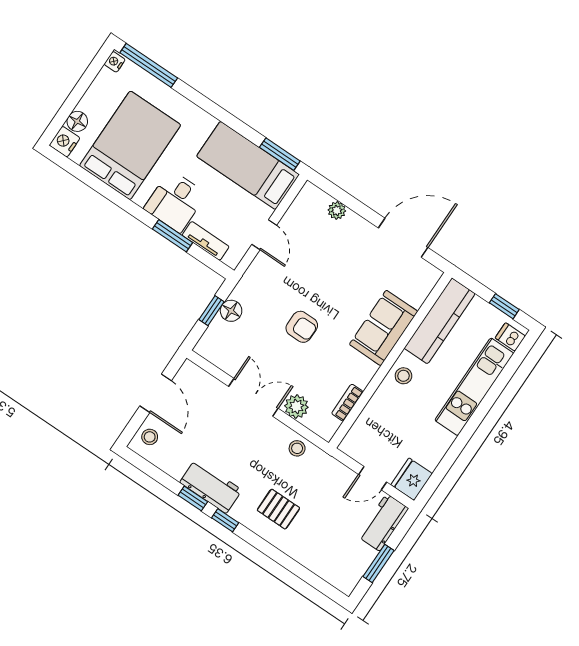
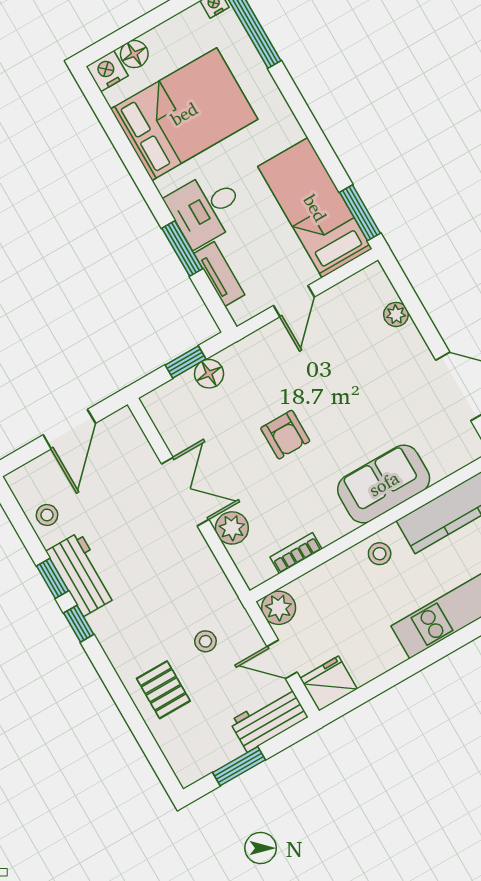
stool: (150, 437) -> (47, 515), moved
plant: (354, 445) -> (279, 608), added
stool: (297, 448) -> (205, 641), moved
pallet: (278, 509) -> (163, 690), moved

